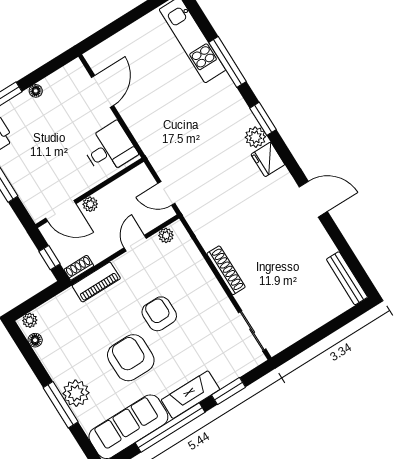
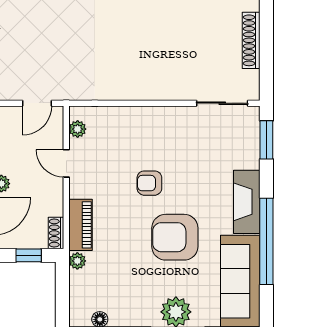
shoe rack: (226, 270) -> (251, 40), moved, turned -90
armchair: (159, 314) -> (149, 183), width x0.72, depth x0.72
plant: (30, 320) -> (77, 261), moved
window: (229, 391) -> (266, 140), moved

